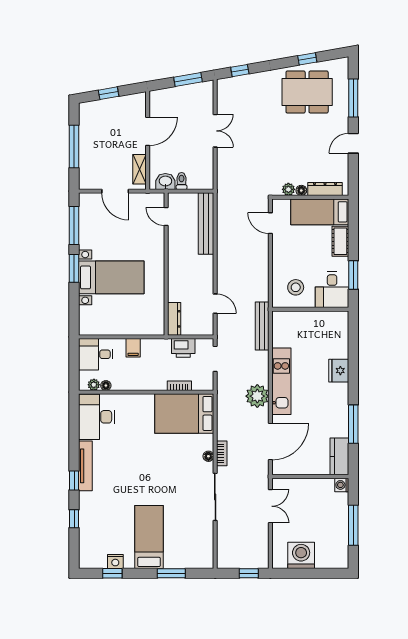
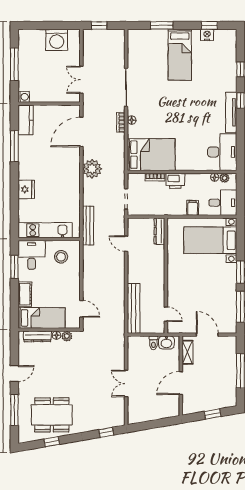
window: (188, 79) -> (148, 425), removed
bed with nightstands: (111, 277) -> (210, 240), moved
printer: (183, 348) -> (175, 181), moved, turned 180
kitchen unit: (281, 381) -> (45, 230), moved, turned 90

